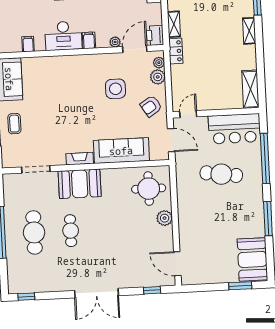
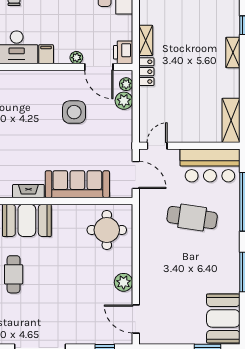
door: (135, 49) -> (99, 67), swing flipped
armchair: (151, 106) -> (114, 134), removed
plant: (165, 218) -> (124, 282), moved

